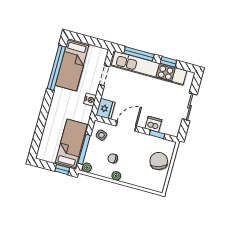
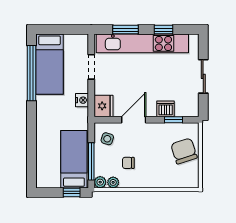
window: (139, 54) -> (126, 30), width x0.69
plant: (116, 176) -> (113, 182), moved

